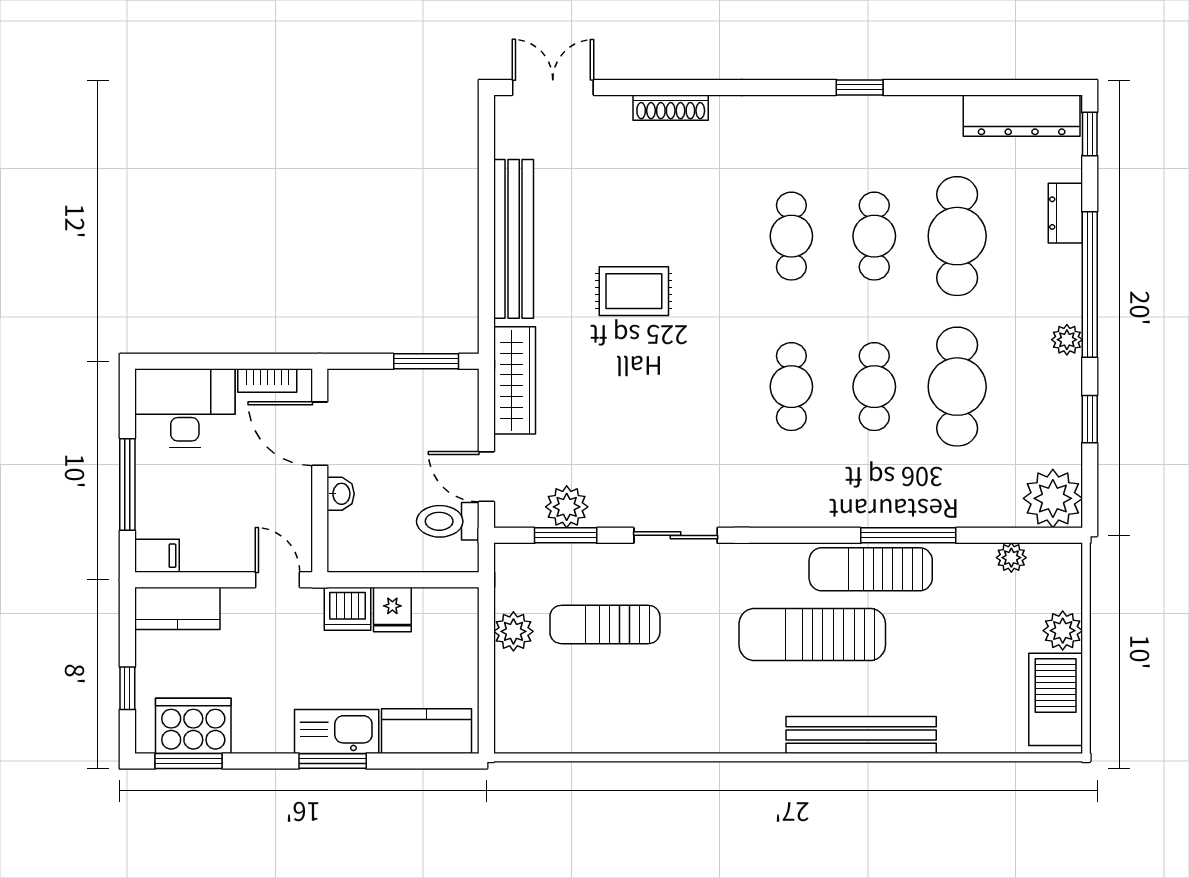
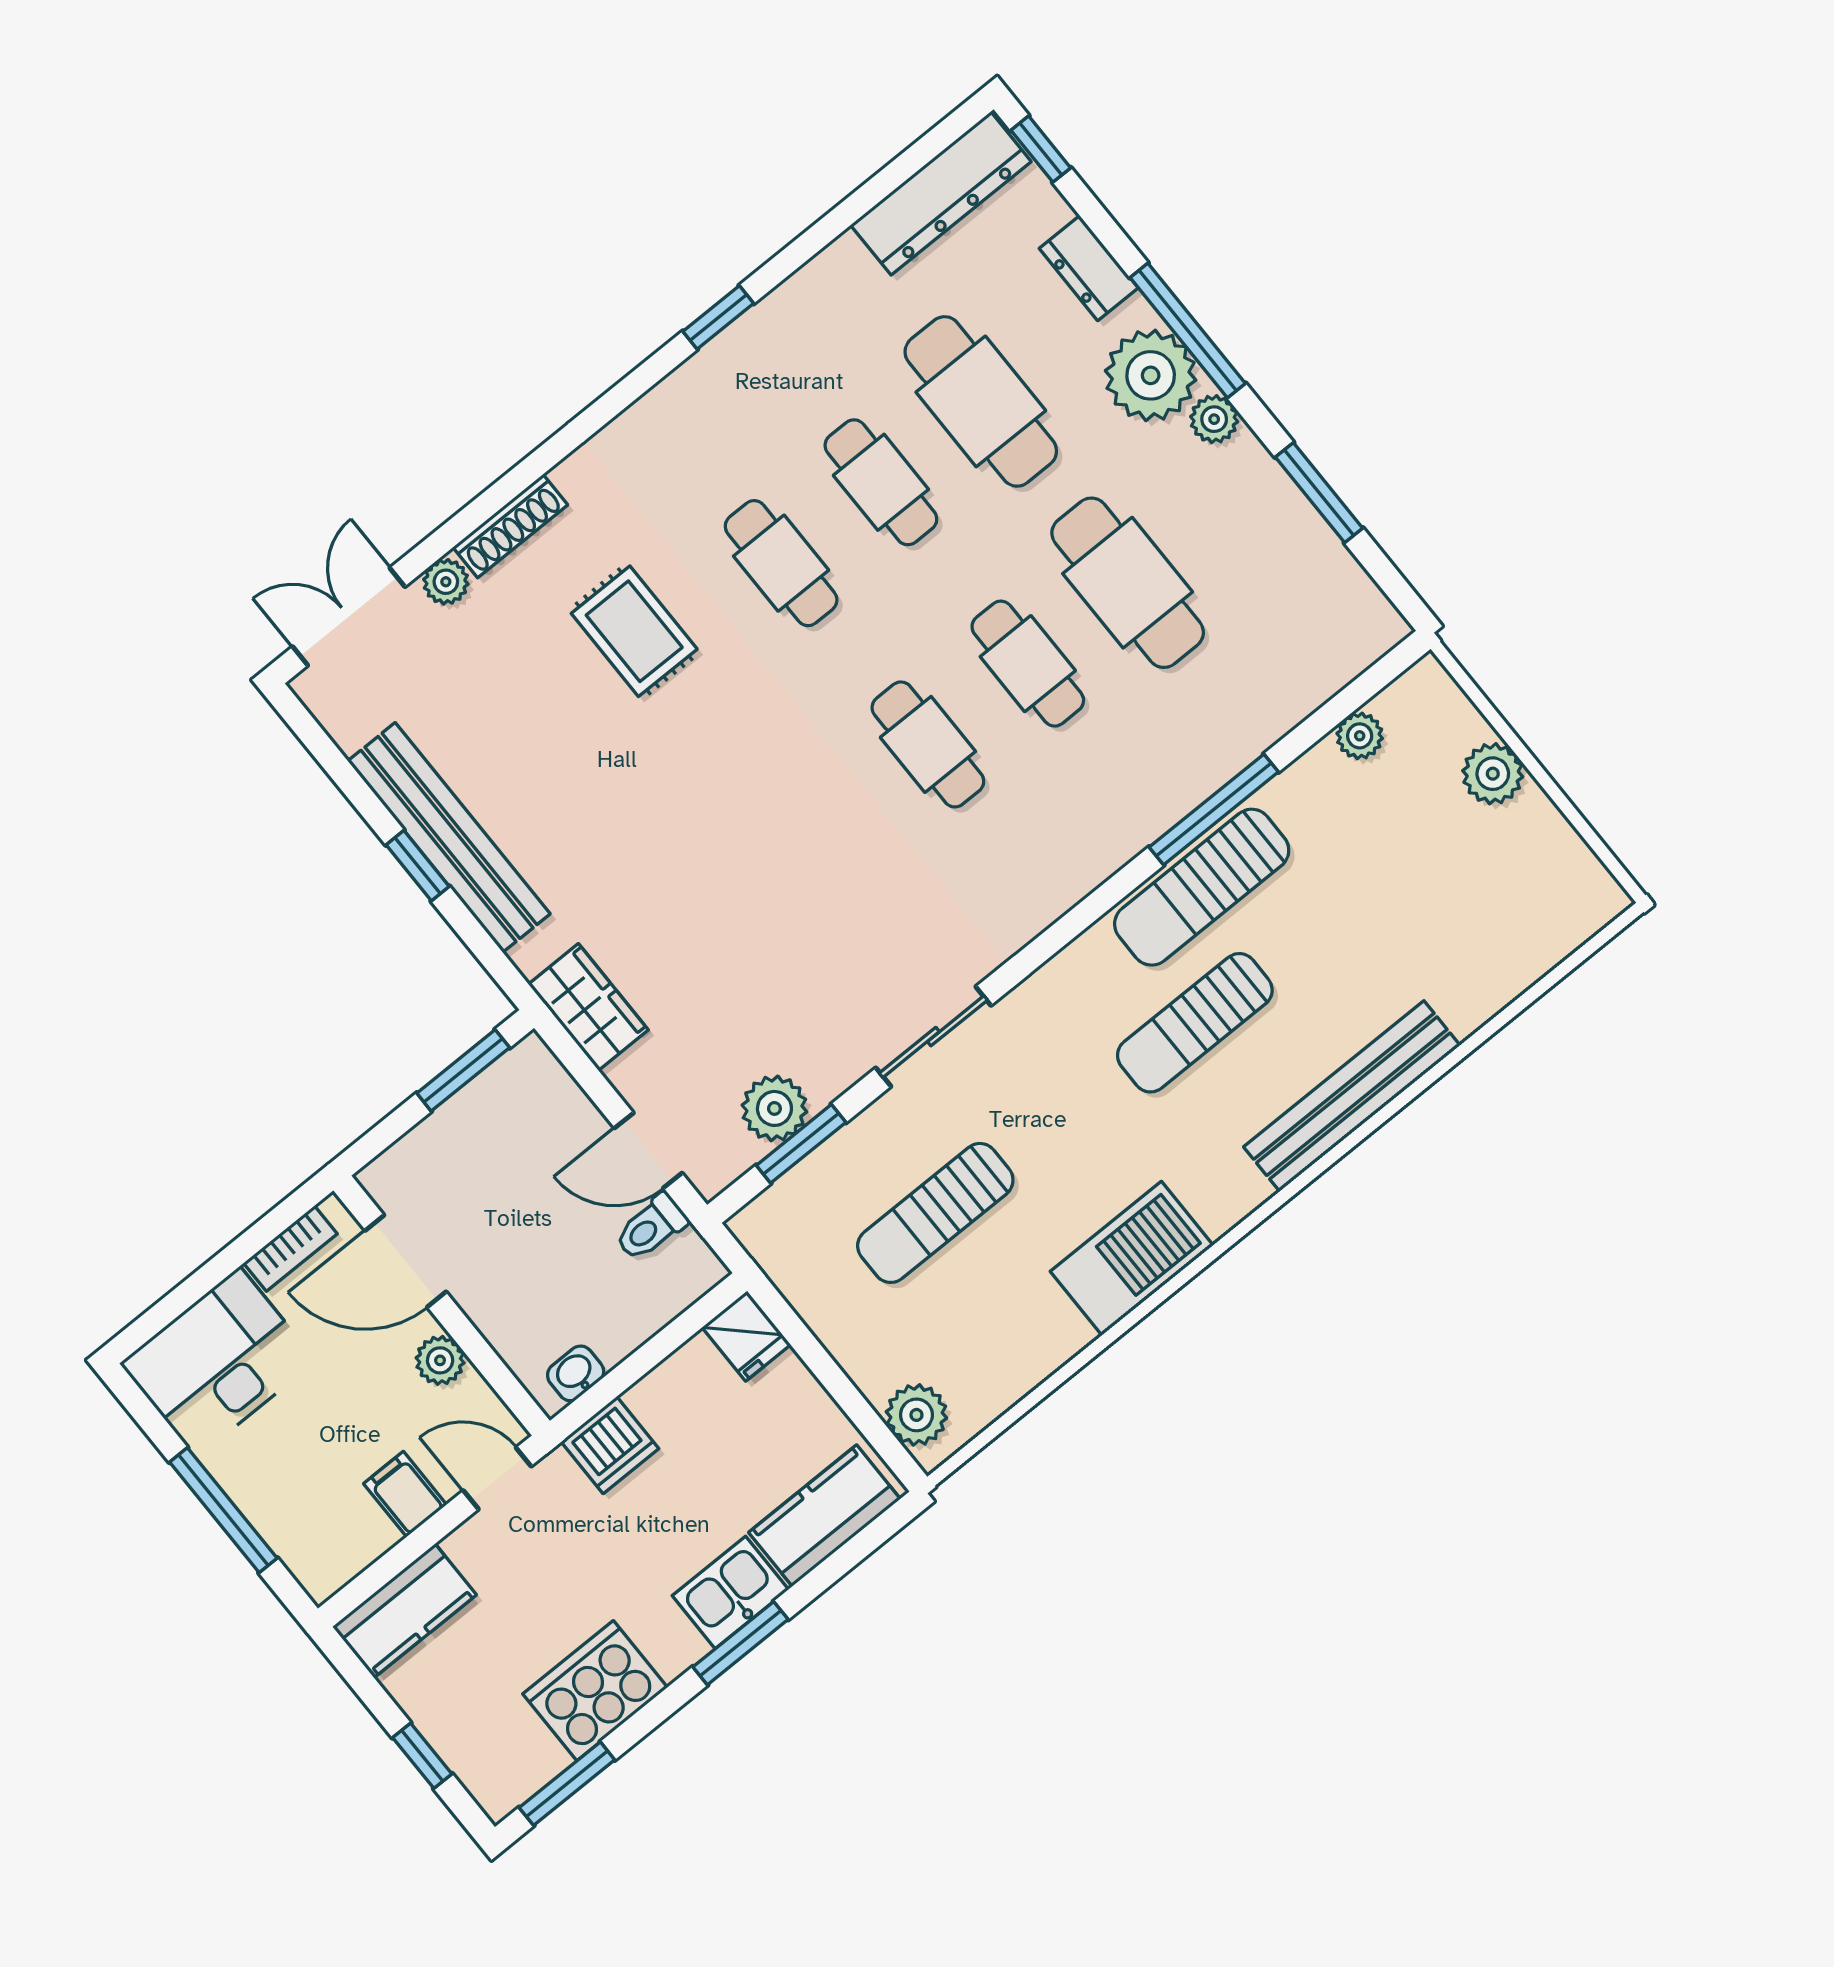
plant: (616, 109) -> (446, 582), added
window: (486, 240) -> (418, 866), added
window: (1090, 285) -> (1188, 331), width x0.68
rug: (634, 291) -> (634, 631), moved, turned 90
wardrobe: (515, 380) -> (588, 1007), width x0.67
window: (1090, 419) -> (1319, 493), width x1.50
washbasin: (341, 494) -> (576, 1373), moved, turned -90
plant: (297, 497) -> (440, 1360), added
plant: (1053, 498) -> (1151, 375), moved
toilet: (448, 521) -> (651, 1227), width x0.73, depth x0.72
filing cabinet: (157, 556) -> (405, 1494), moved, turned -90
fridge: (392, 609) -> (746, 1336), moved
plant: (513, 631) -> (916, 1415), moved
sun lounger: (812, 634) -> (1195, 1023), width x0.73, depth x0.75
barbecue: (1056, 699) -> (1132, 1258), moved, turned 90
cooker: (193, 726) -> (595, 1691), moved
kitchen sink: (337, 732) -> (730, 1592), width x0.73

